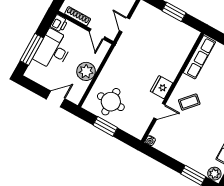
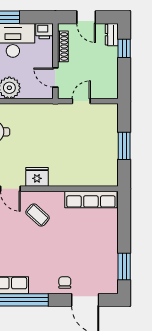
door: (97, 34) -> (55, 77), hinge flipped

